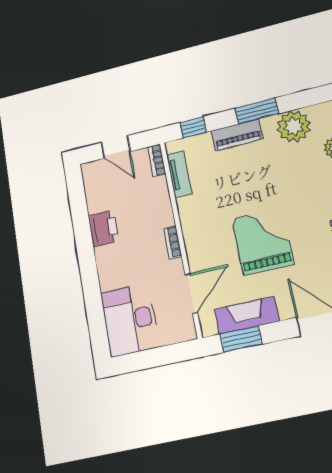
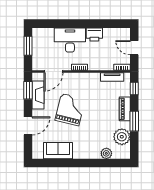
door: (116, 147) -> (134, 48), hinge flipped
grand piano: (262, 241) -> (70, 110), turned -76
door: (191, 293) -> (54, 72), hinge flipped
desk: (130, 320) -> (70, 40), moved
window: (149, 359) -> (28, 46), added

